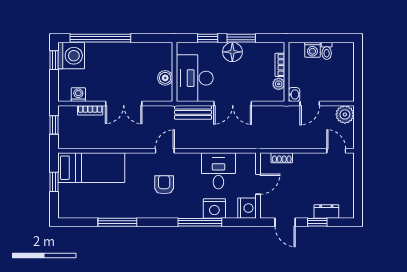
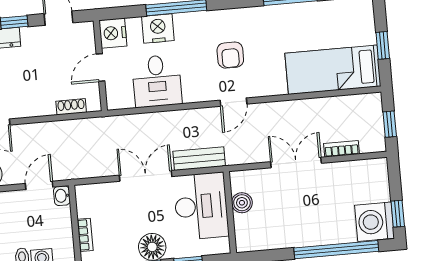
plant: (279, 84) -> (84, 208), removed
washing machine: (78, 95) -> (360, 169), removed

